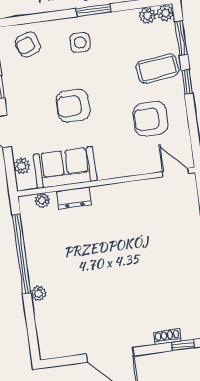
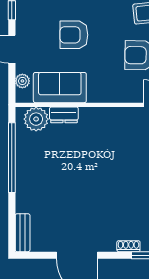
plant: (42, 200) -> (36, 119), width x1.88, depth x1.88
plant: (39, 293) -> (22, 193), removed
bench: (45, 338) -> (23, 233), added

